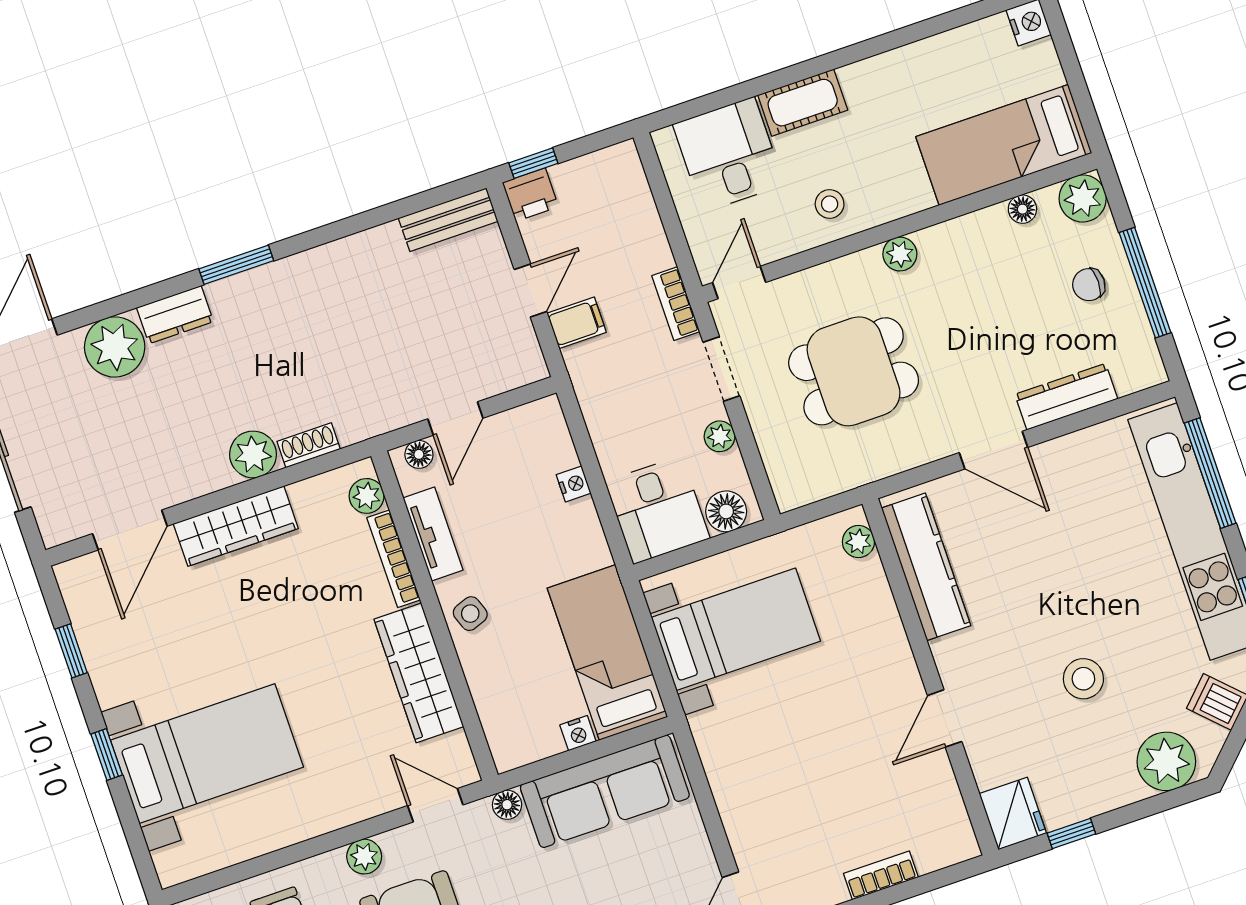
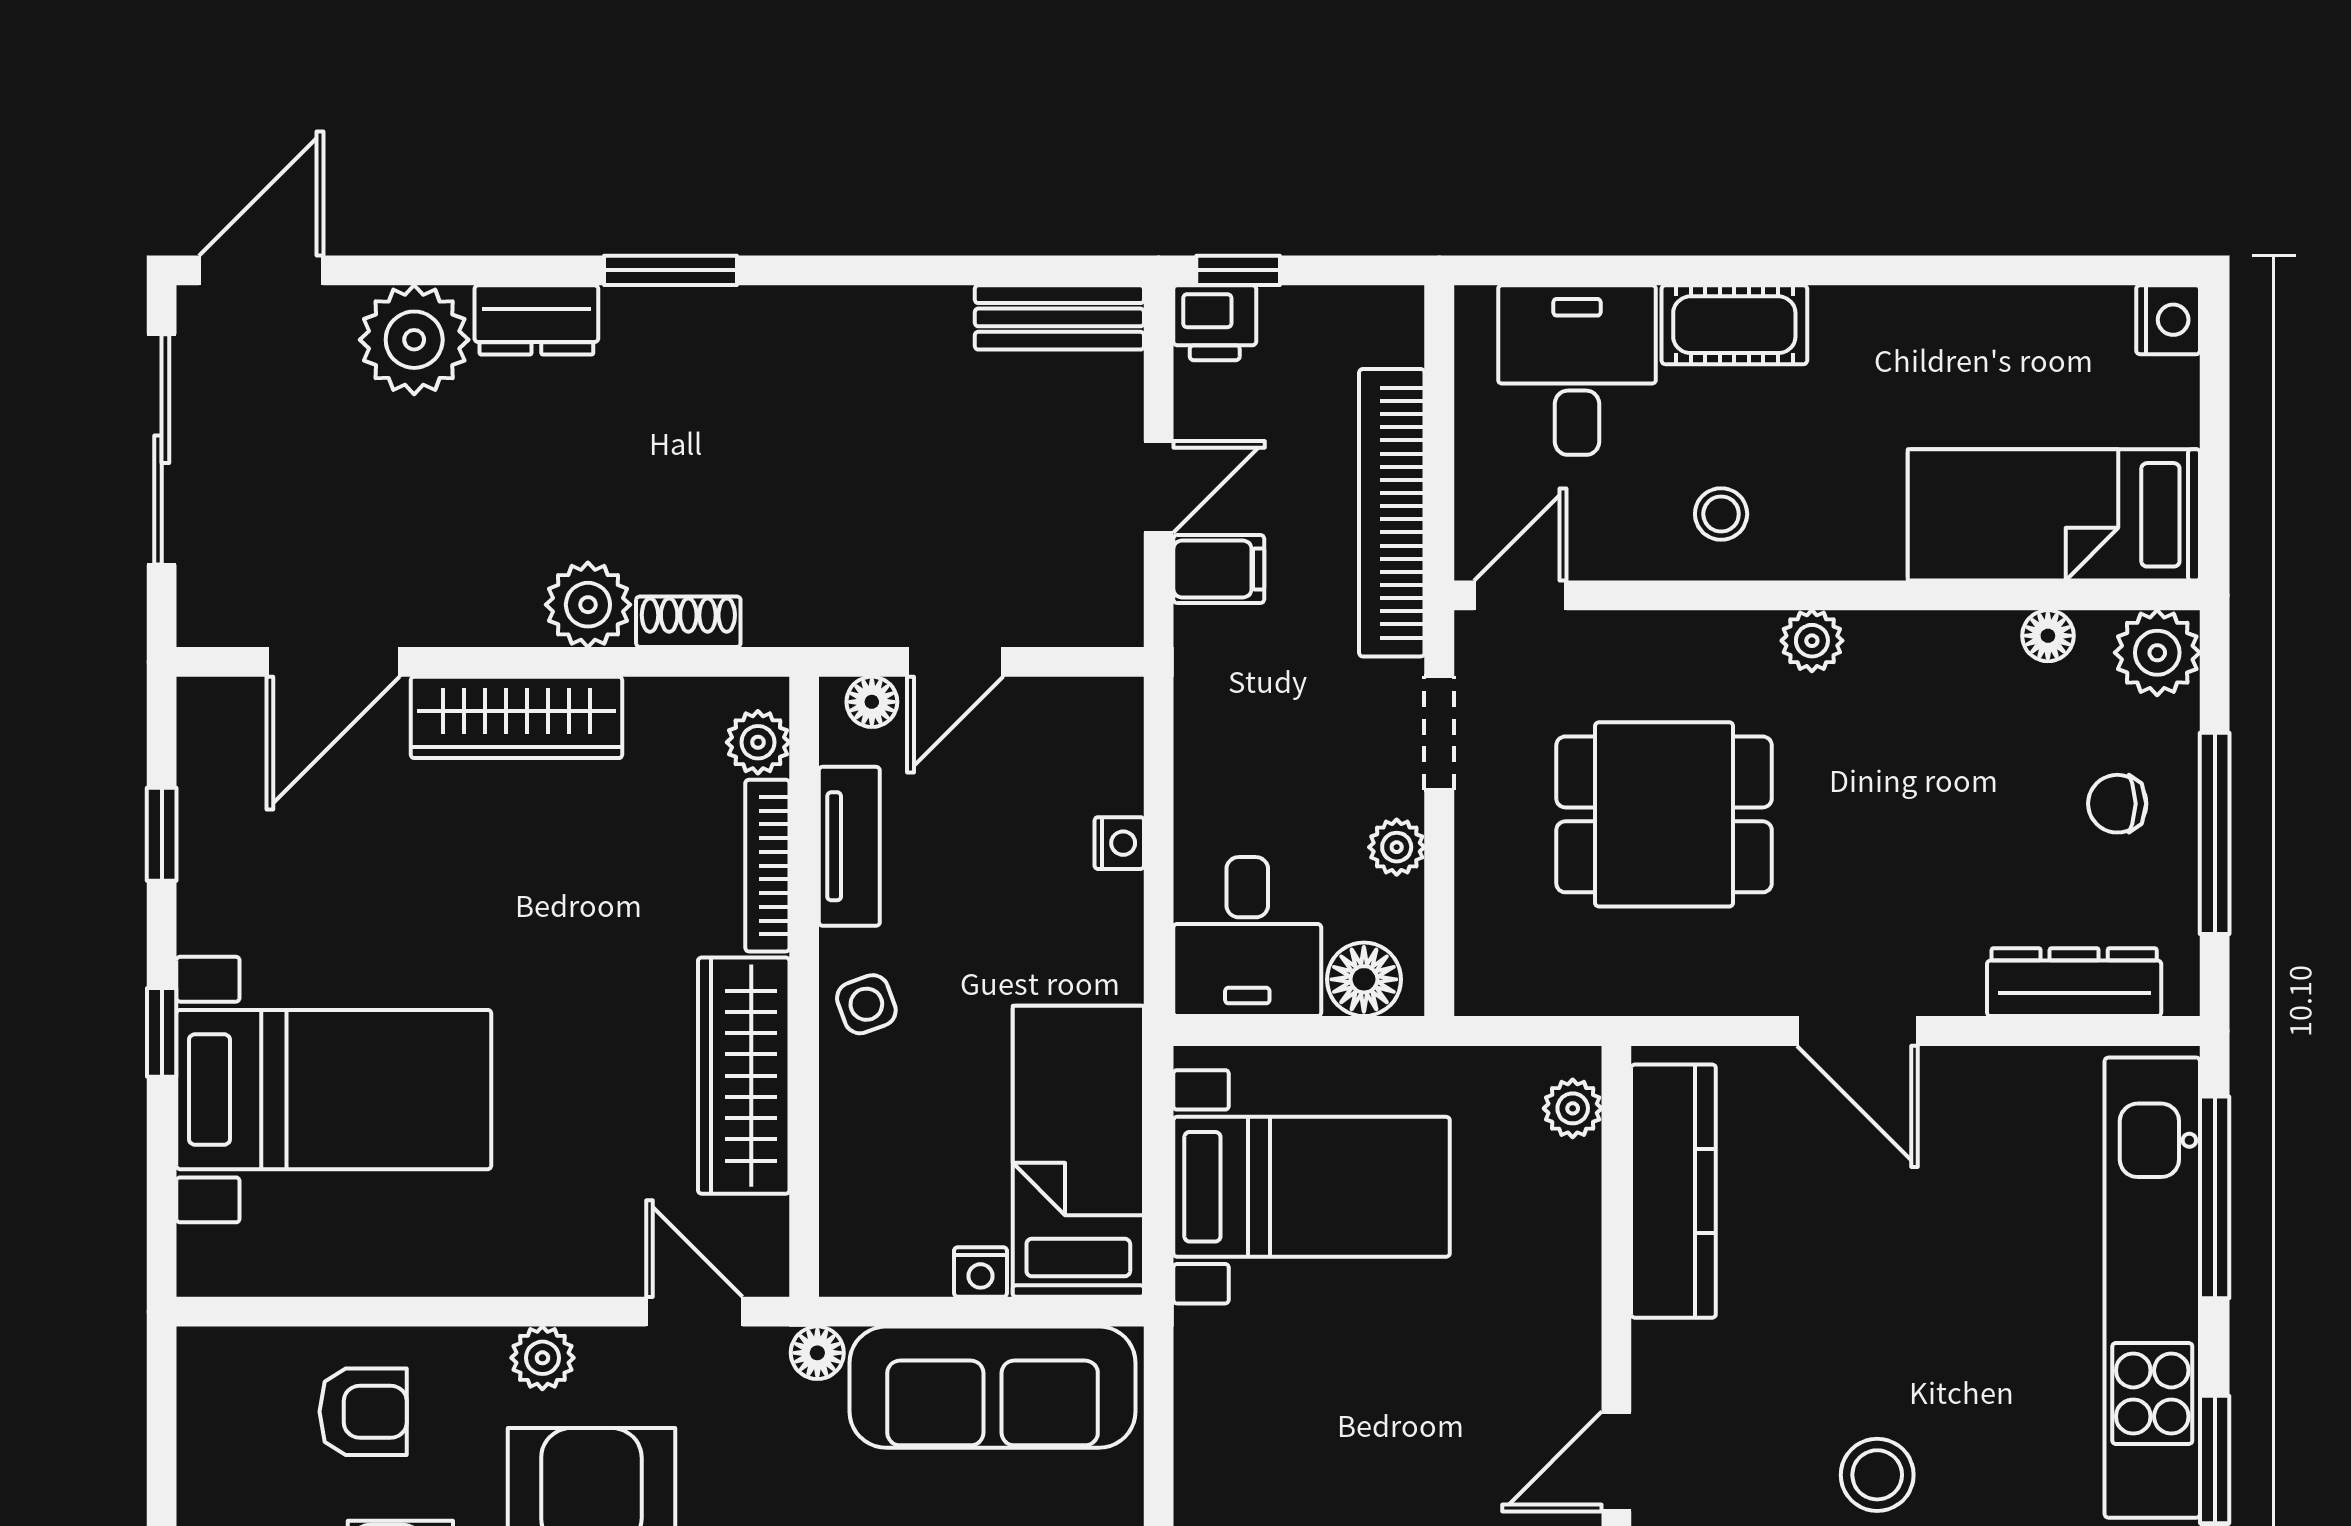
bookcase: (676, 304) -> (1392, 513), width x2.31, depth x1.31
dresser: (1066, 397) -> (2074, 982), moved

